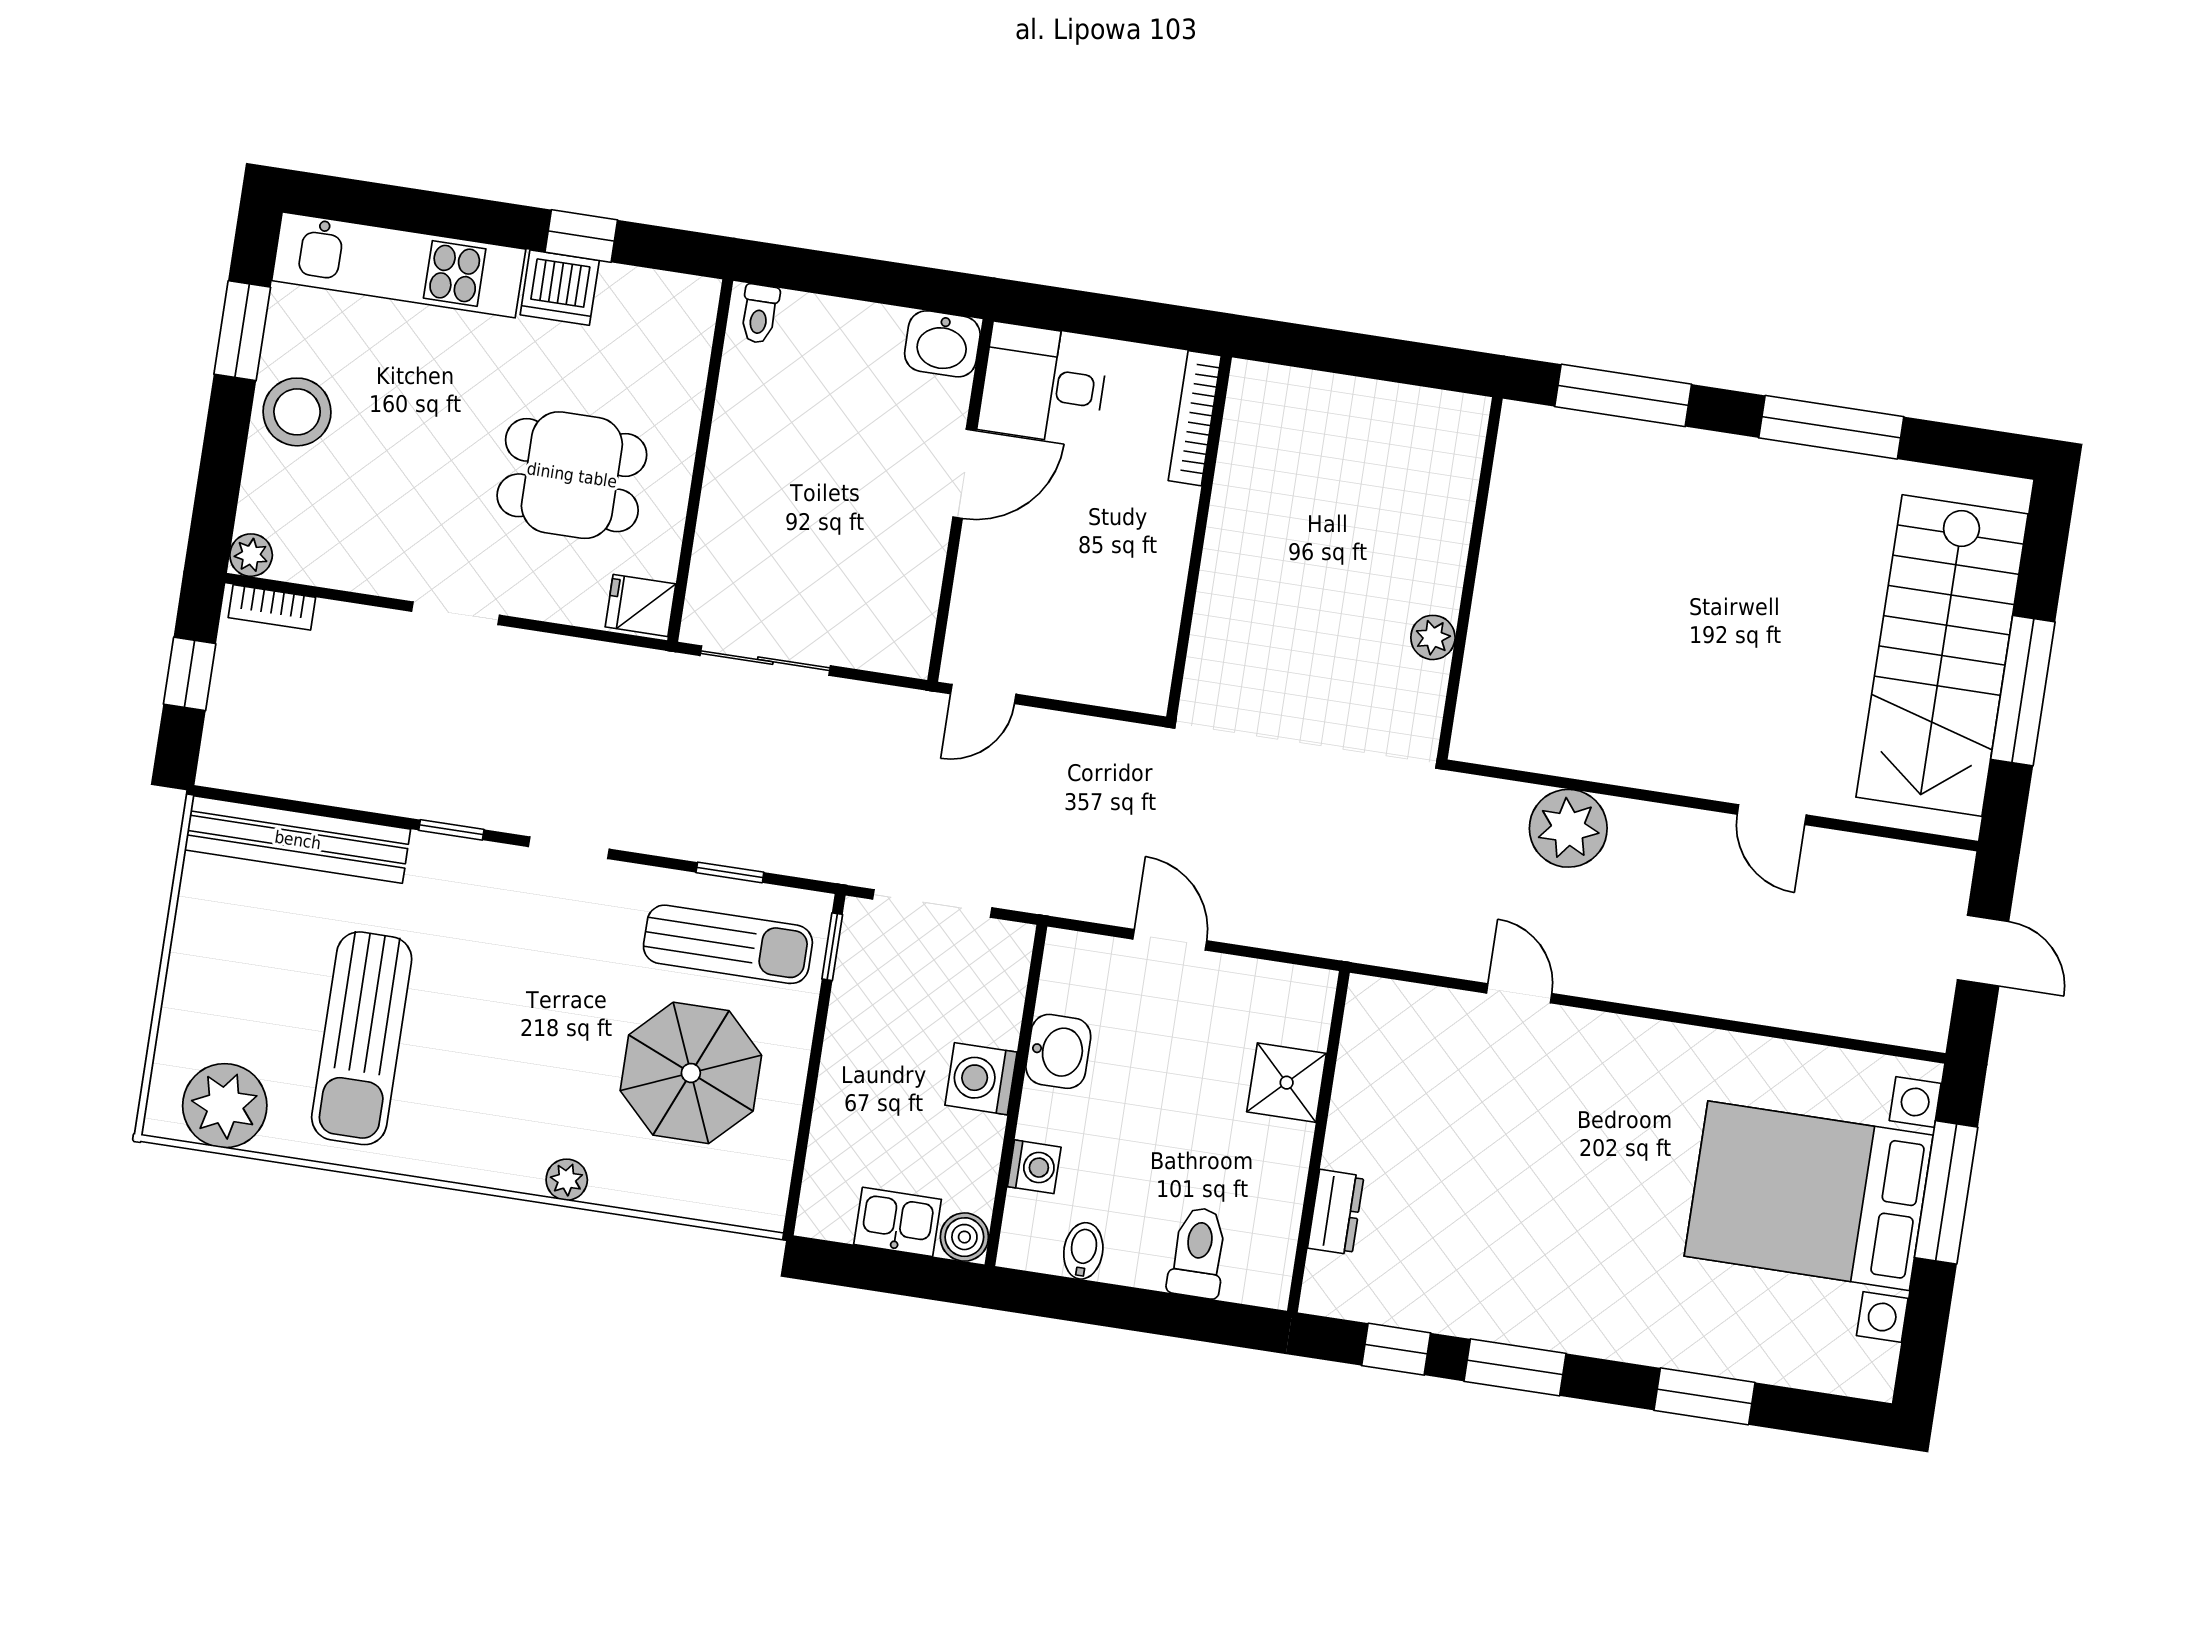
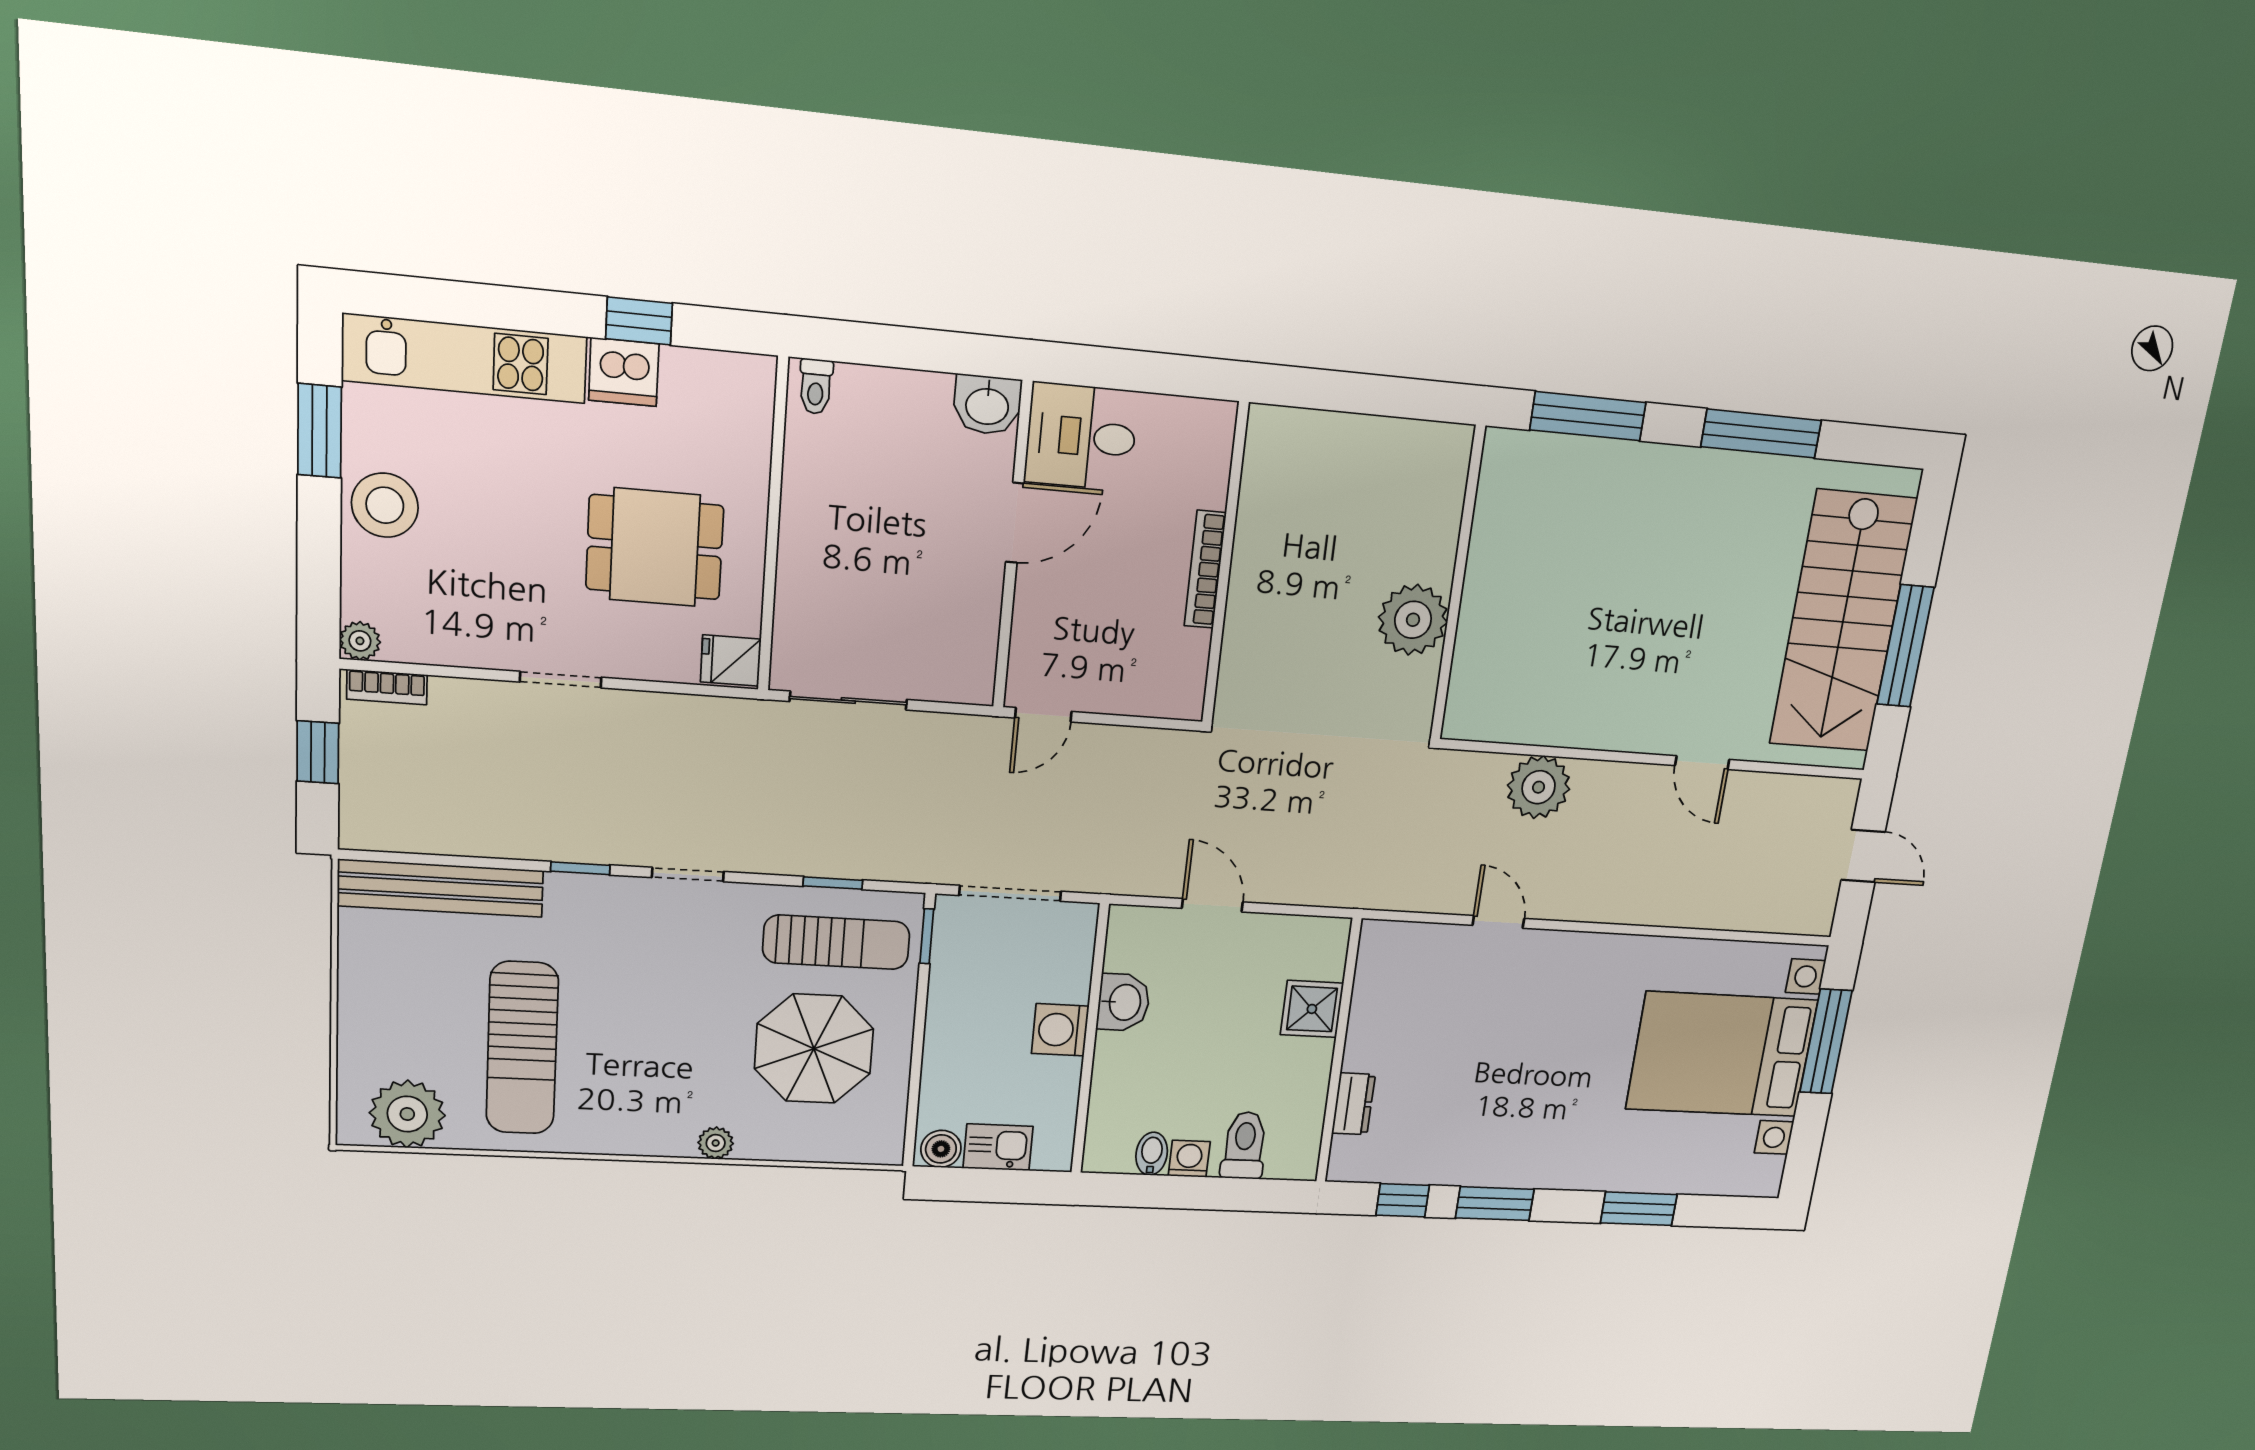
bookcase: (1195, 418) -> (1205, 569), moved
plant: (1433, 637) -> (1413, 620), width x1.87, depth x1.87
washing machine: (1034, 1167) -> (1189, 1159), moved, turned -90
boiler: (964, 1237) -> (941, 1149), moved

